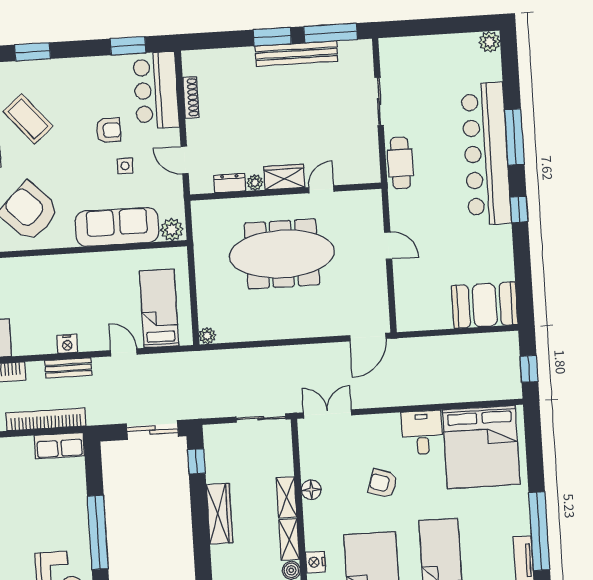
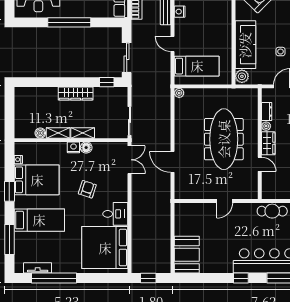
door: (368, 337) -> (173, 162), moved
door: (124, 352) -> (173, 44), swing flipped
nightstand: (315, 562) -> (73, 147), moved

